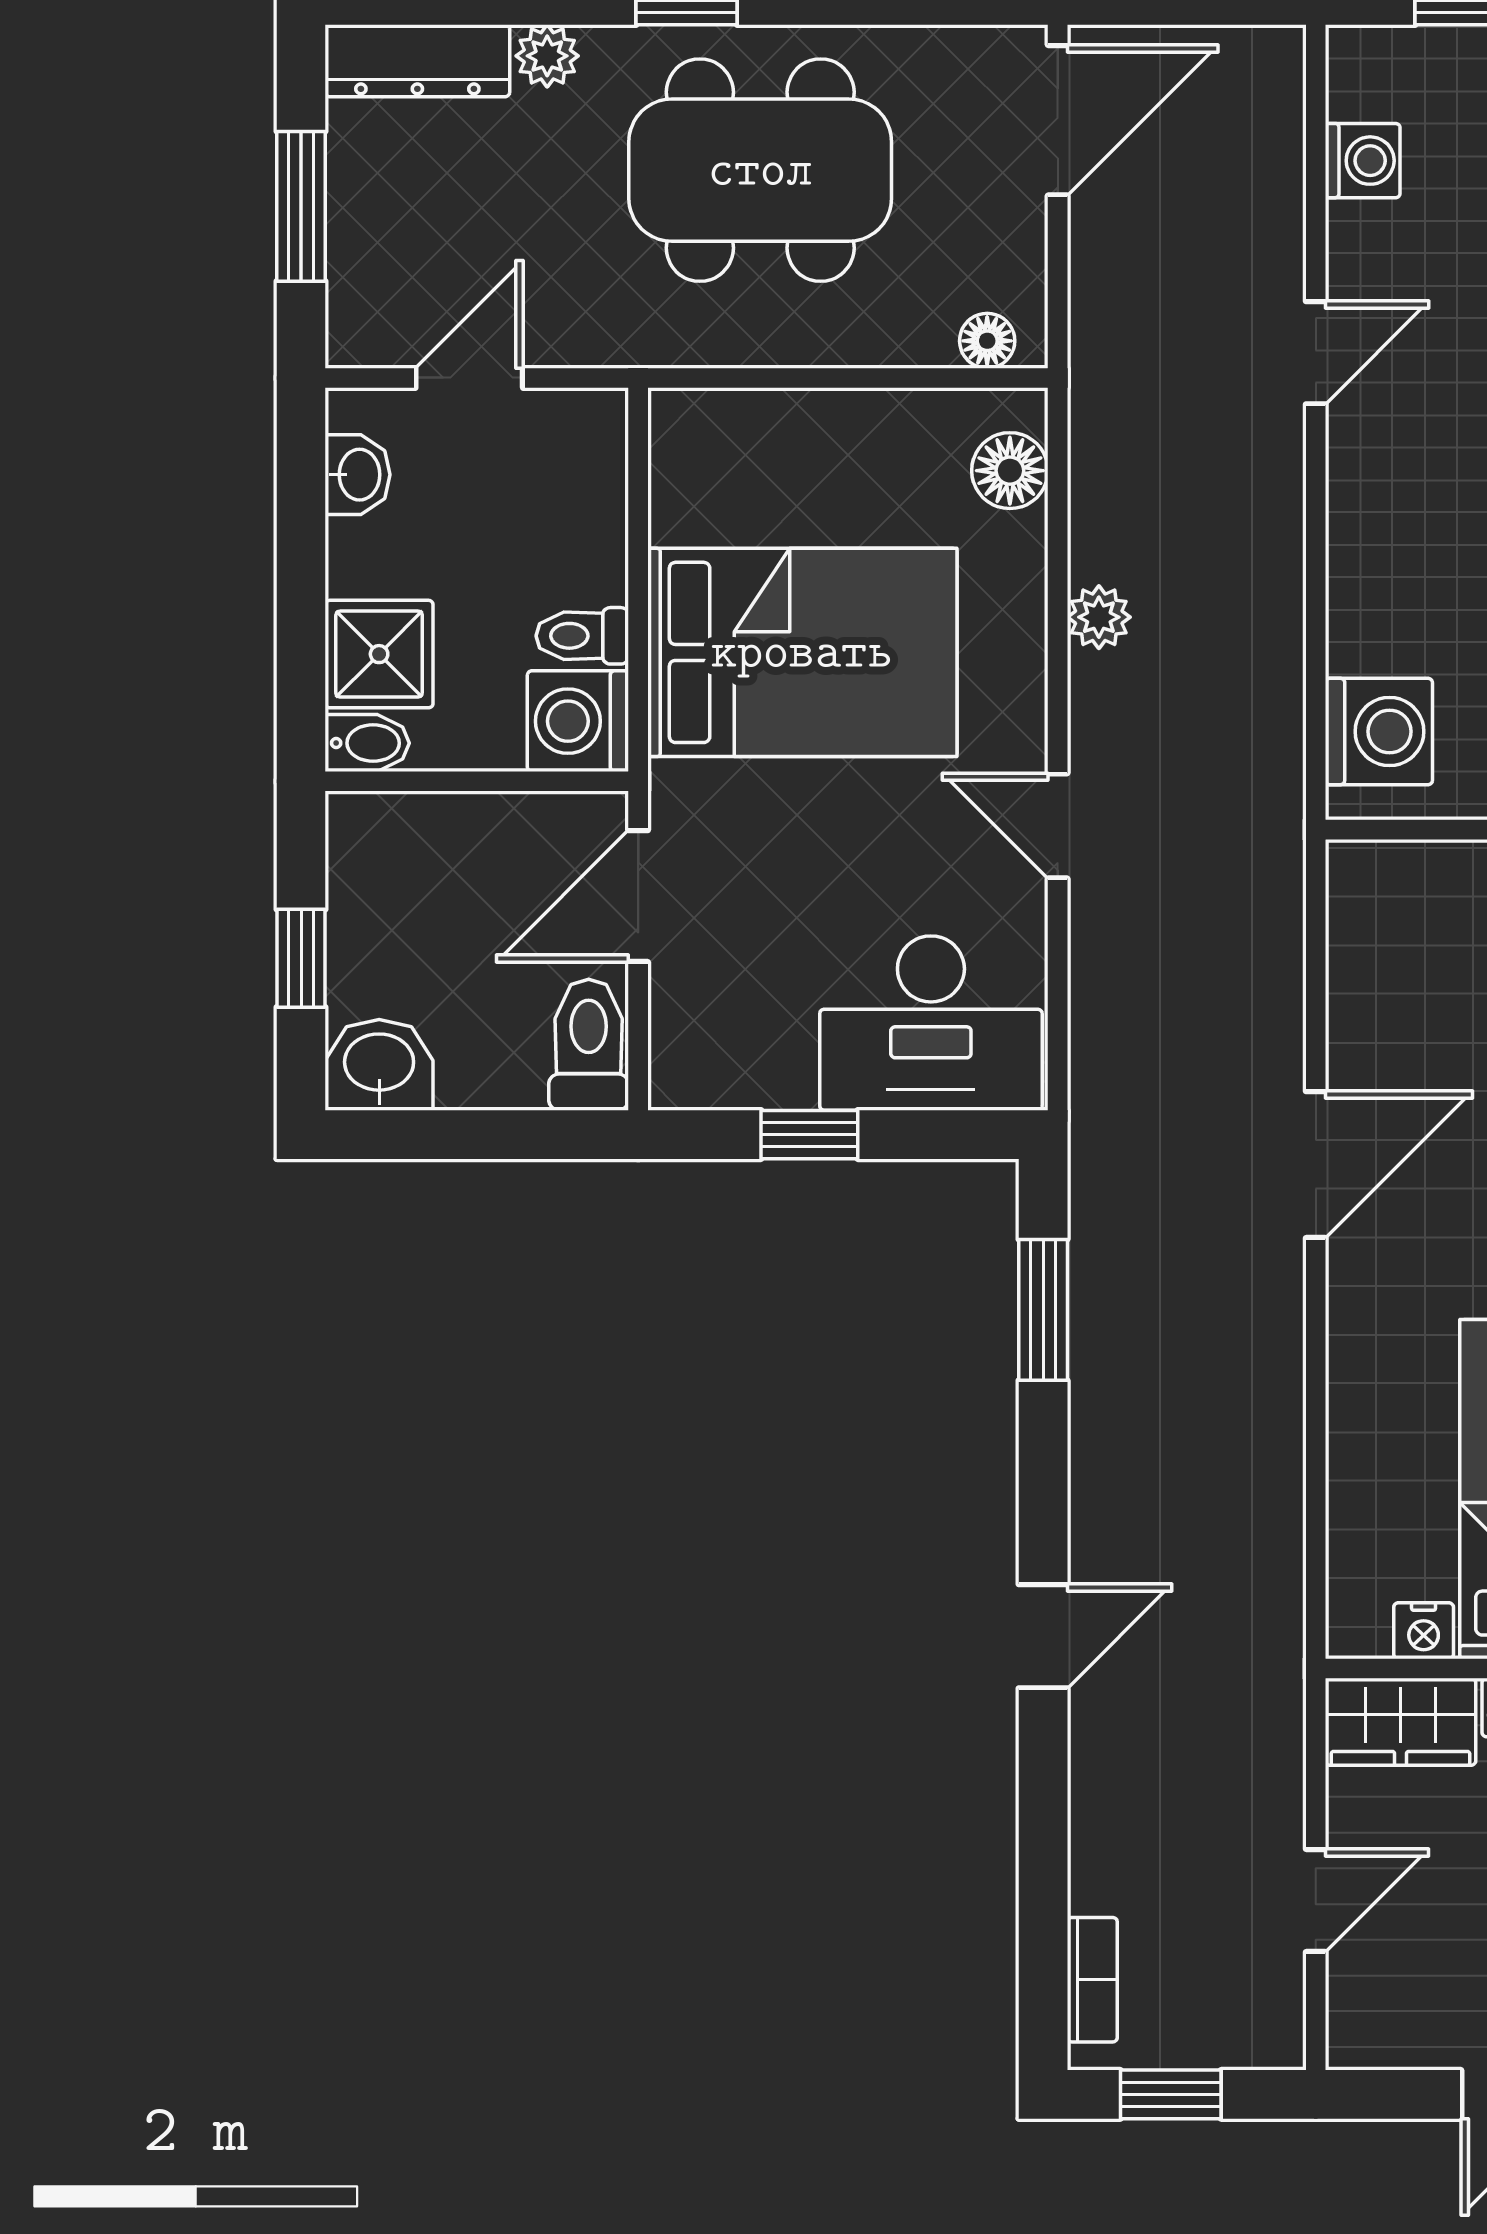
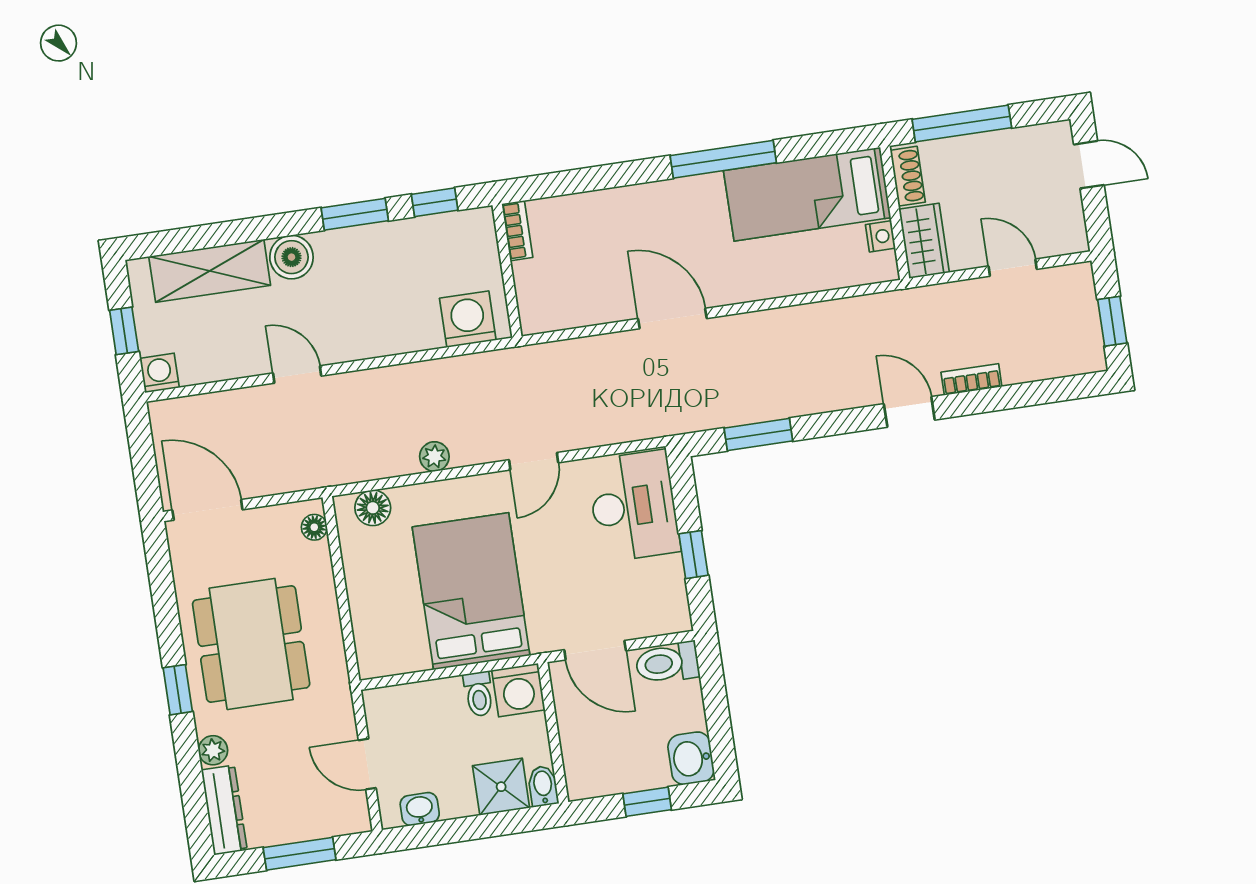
washing machine: (1363, 161) -> (159, 373), moved
bookcase: (1092, 1980) -> (971, 379), moved

